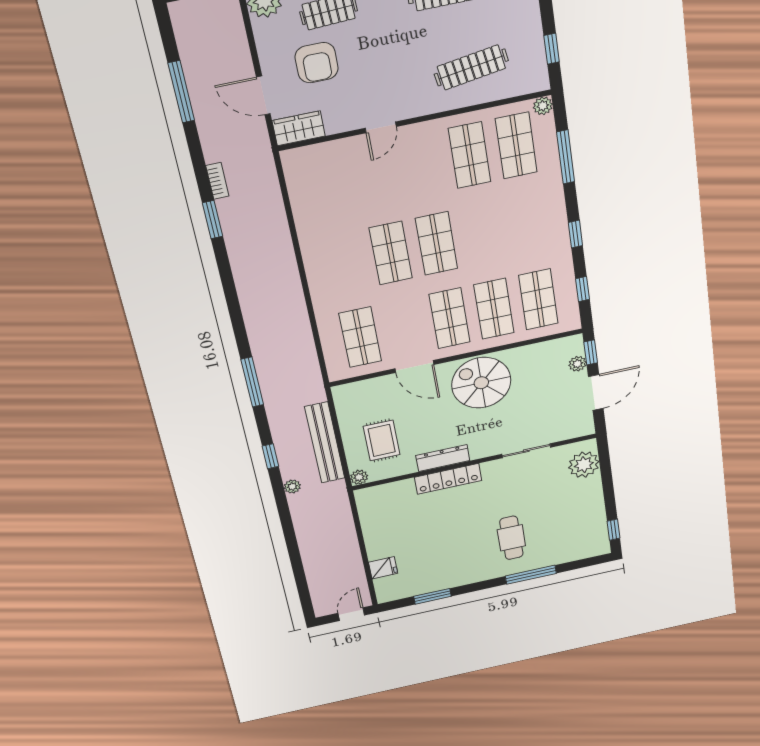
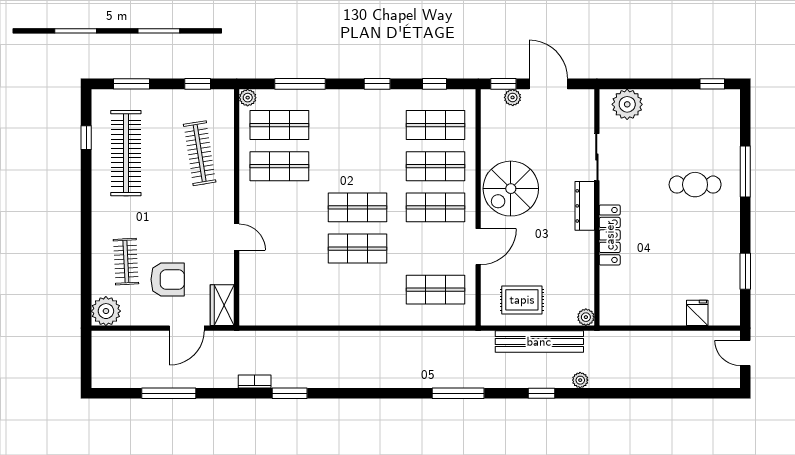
rug: (382, 440) -> (522, 300), moved
dresser: (443, 458) -> (585, 206), moved

